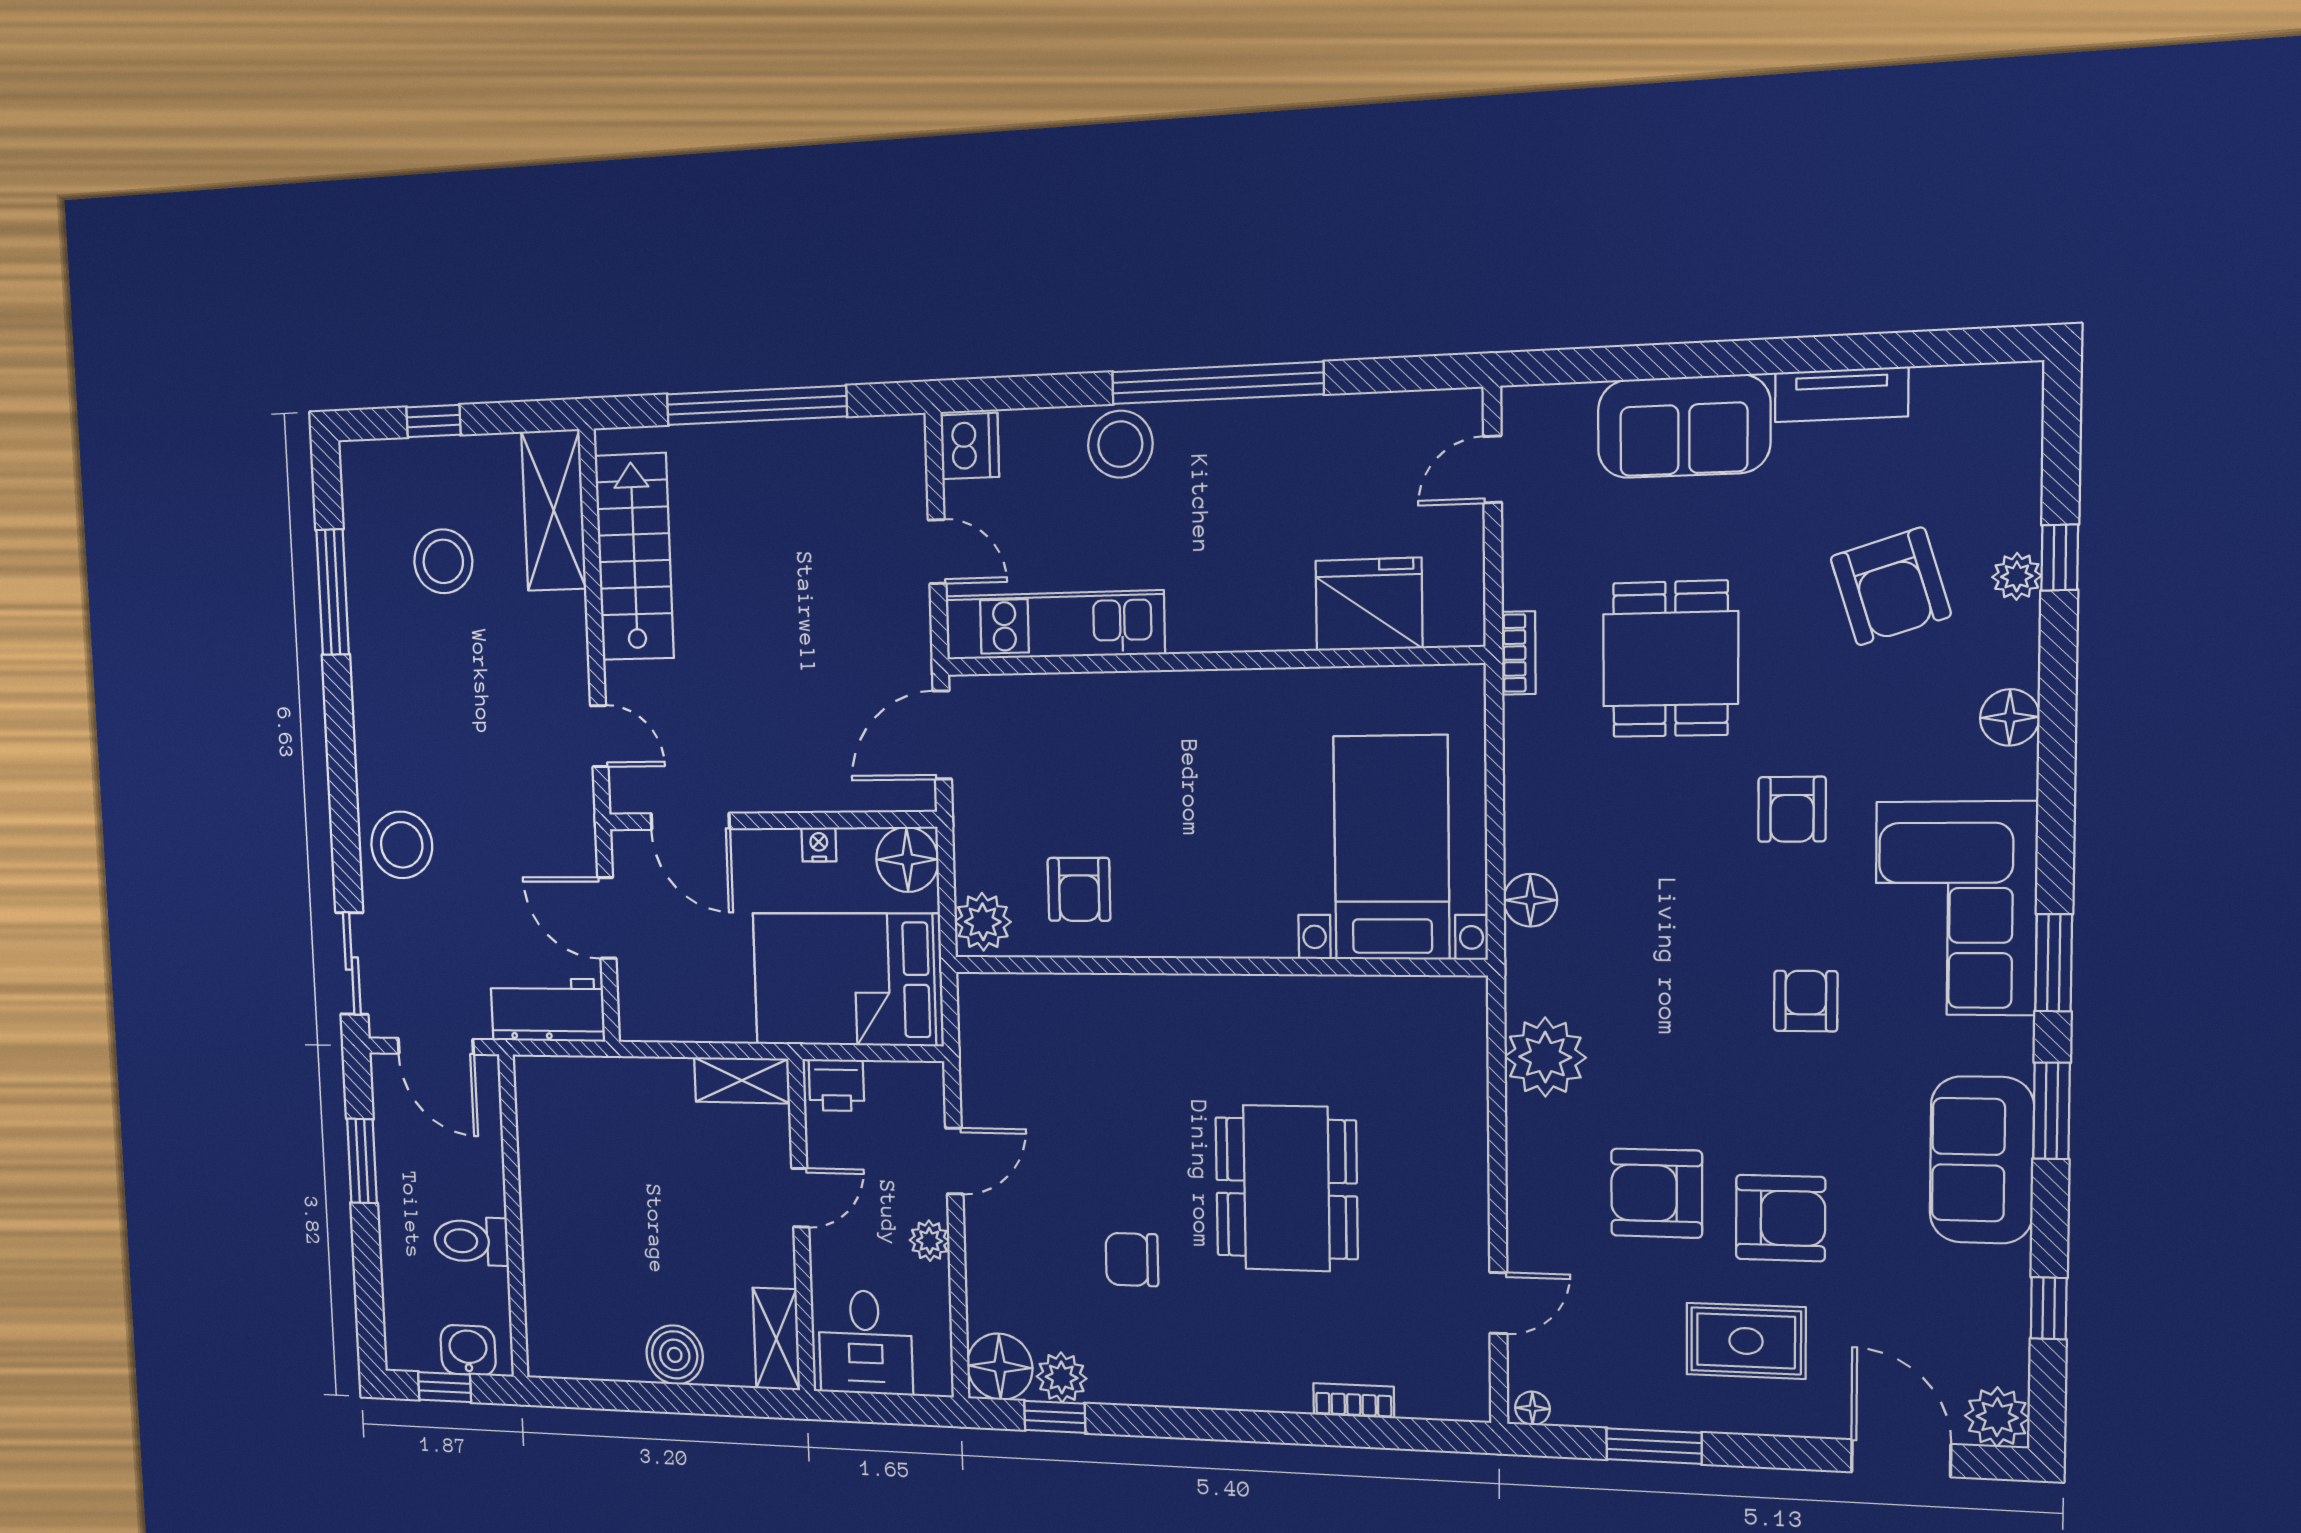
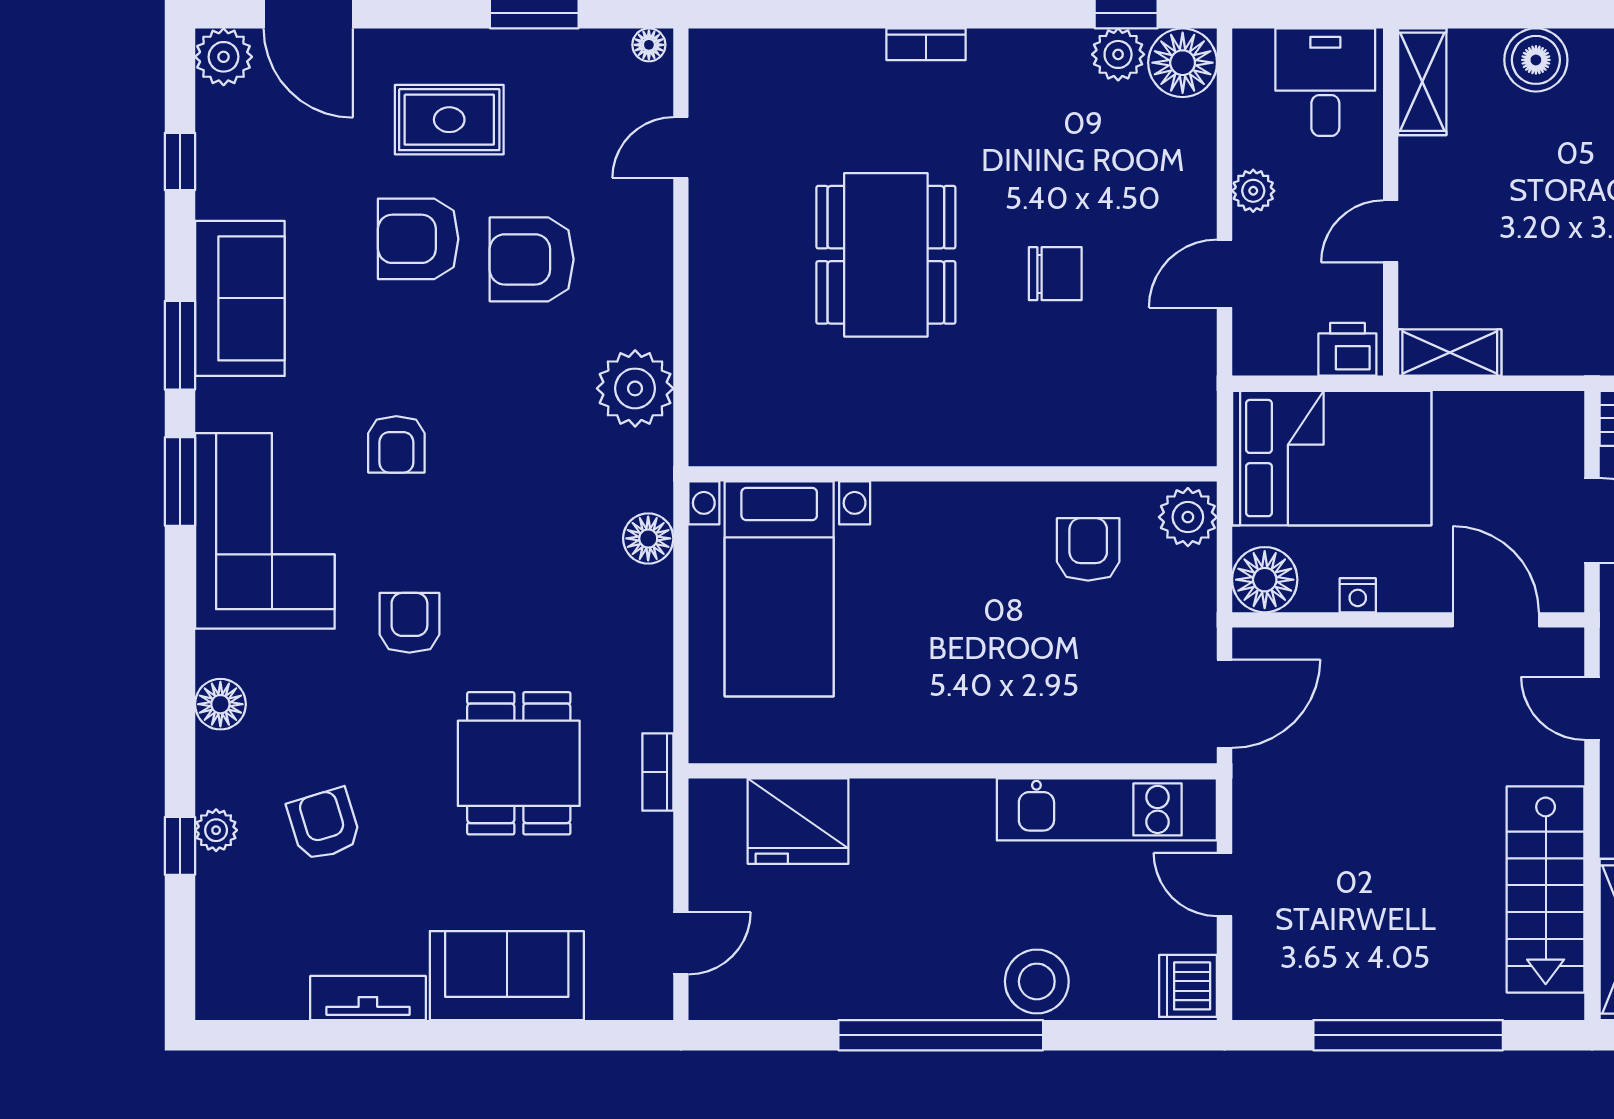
armchair: (1891, 586) -> (324, 824), width x0.72, depth x0.72
armchair: (1657, 1193) -> (532, 259), turned 180
chair: (1132, 1259) -> (1055, 274), moved
bookcase: (1354, 1401) -> (926, 44), moved

